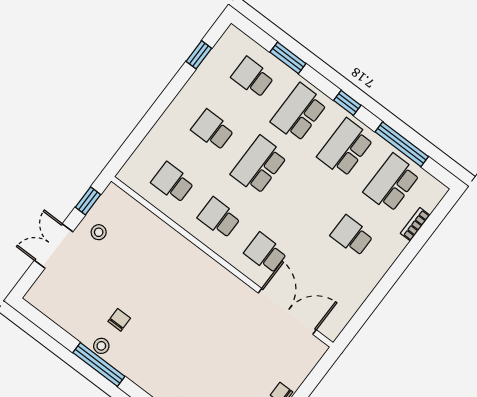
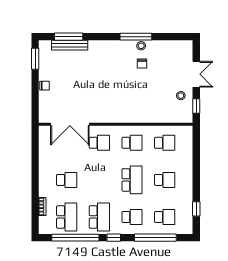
window: (288, 58) -> (155, 238), width x2.11
school desk: (299, 113) -> (132, 217), width x0.54
window: (402, 144) -> (75, 238), width x1.46

